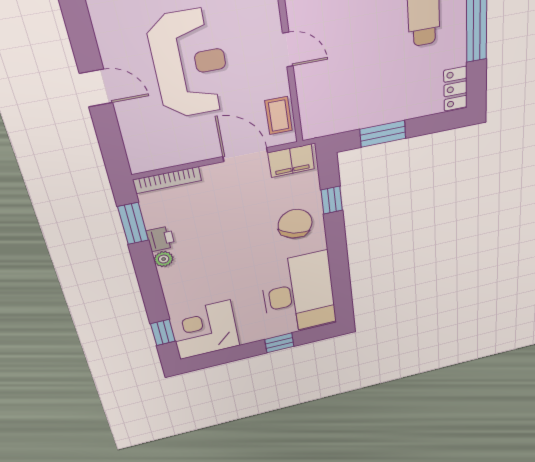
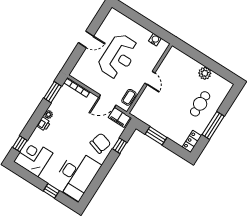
door: (96, 88) -> (86, 39), hinge flipped
door: (245, 155) -> (107, 101), swing flipped
printer: (161, 239) -> (44, 124), moved

